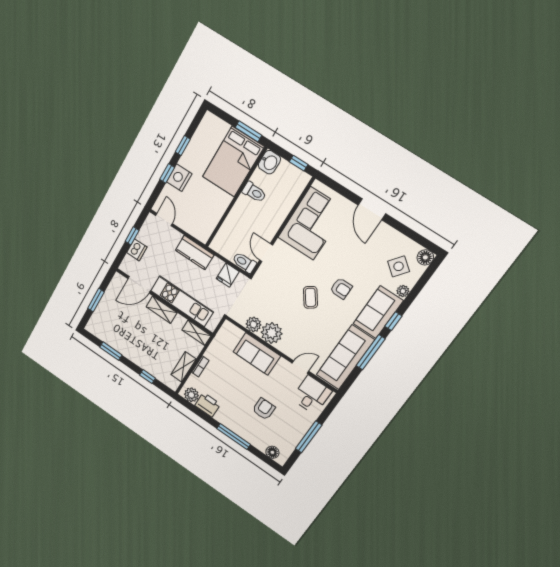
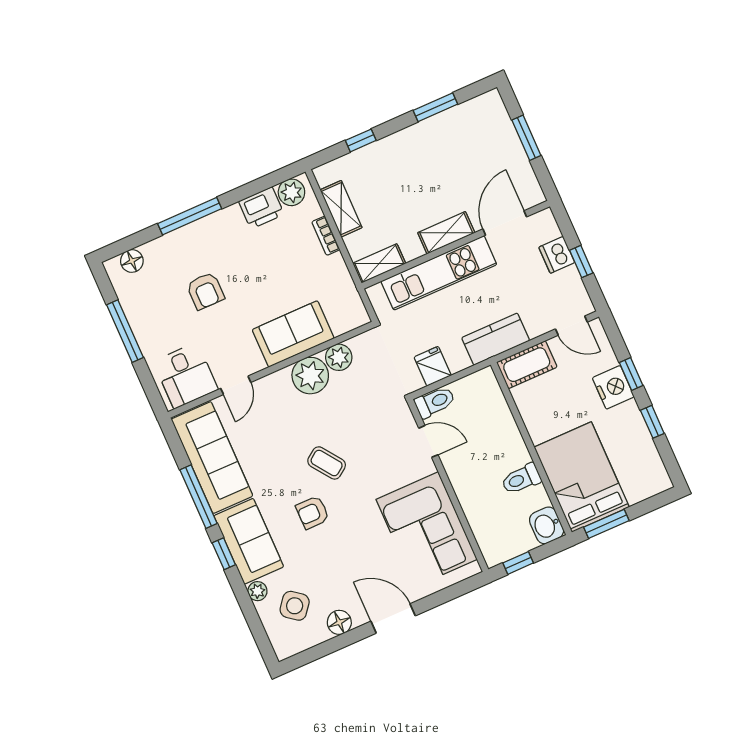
cot: (197, 229) -> (527, 365), added
floor lamp: (425, 257) -> (339, 622), moved

